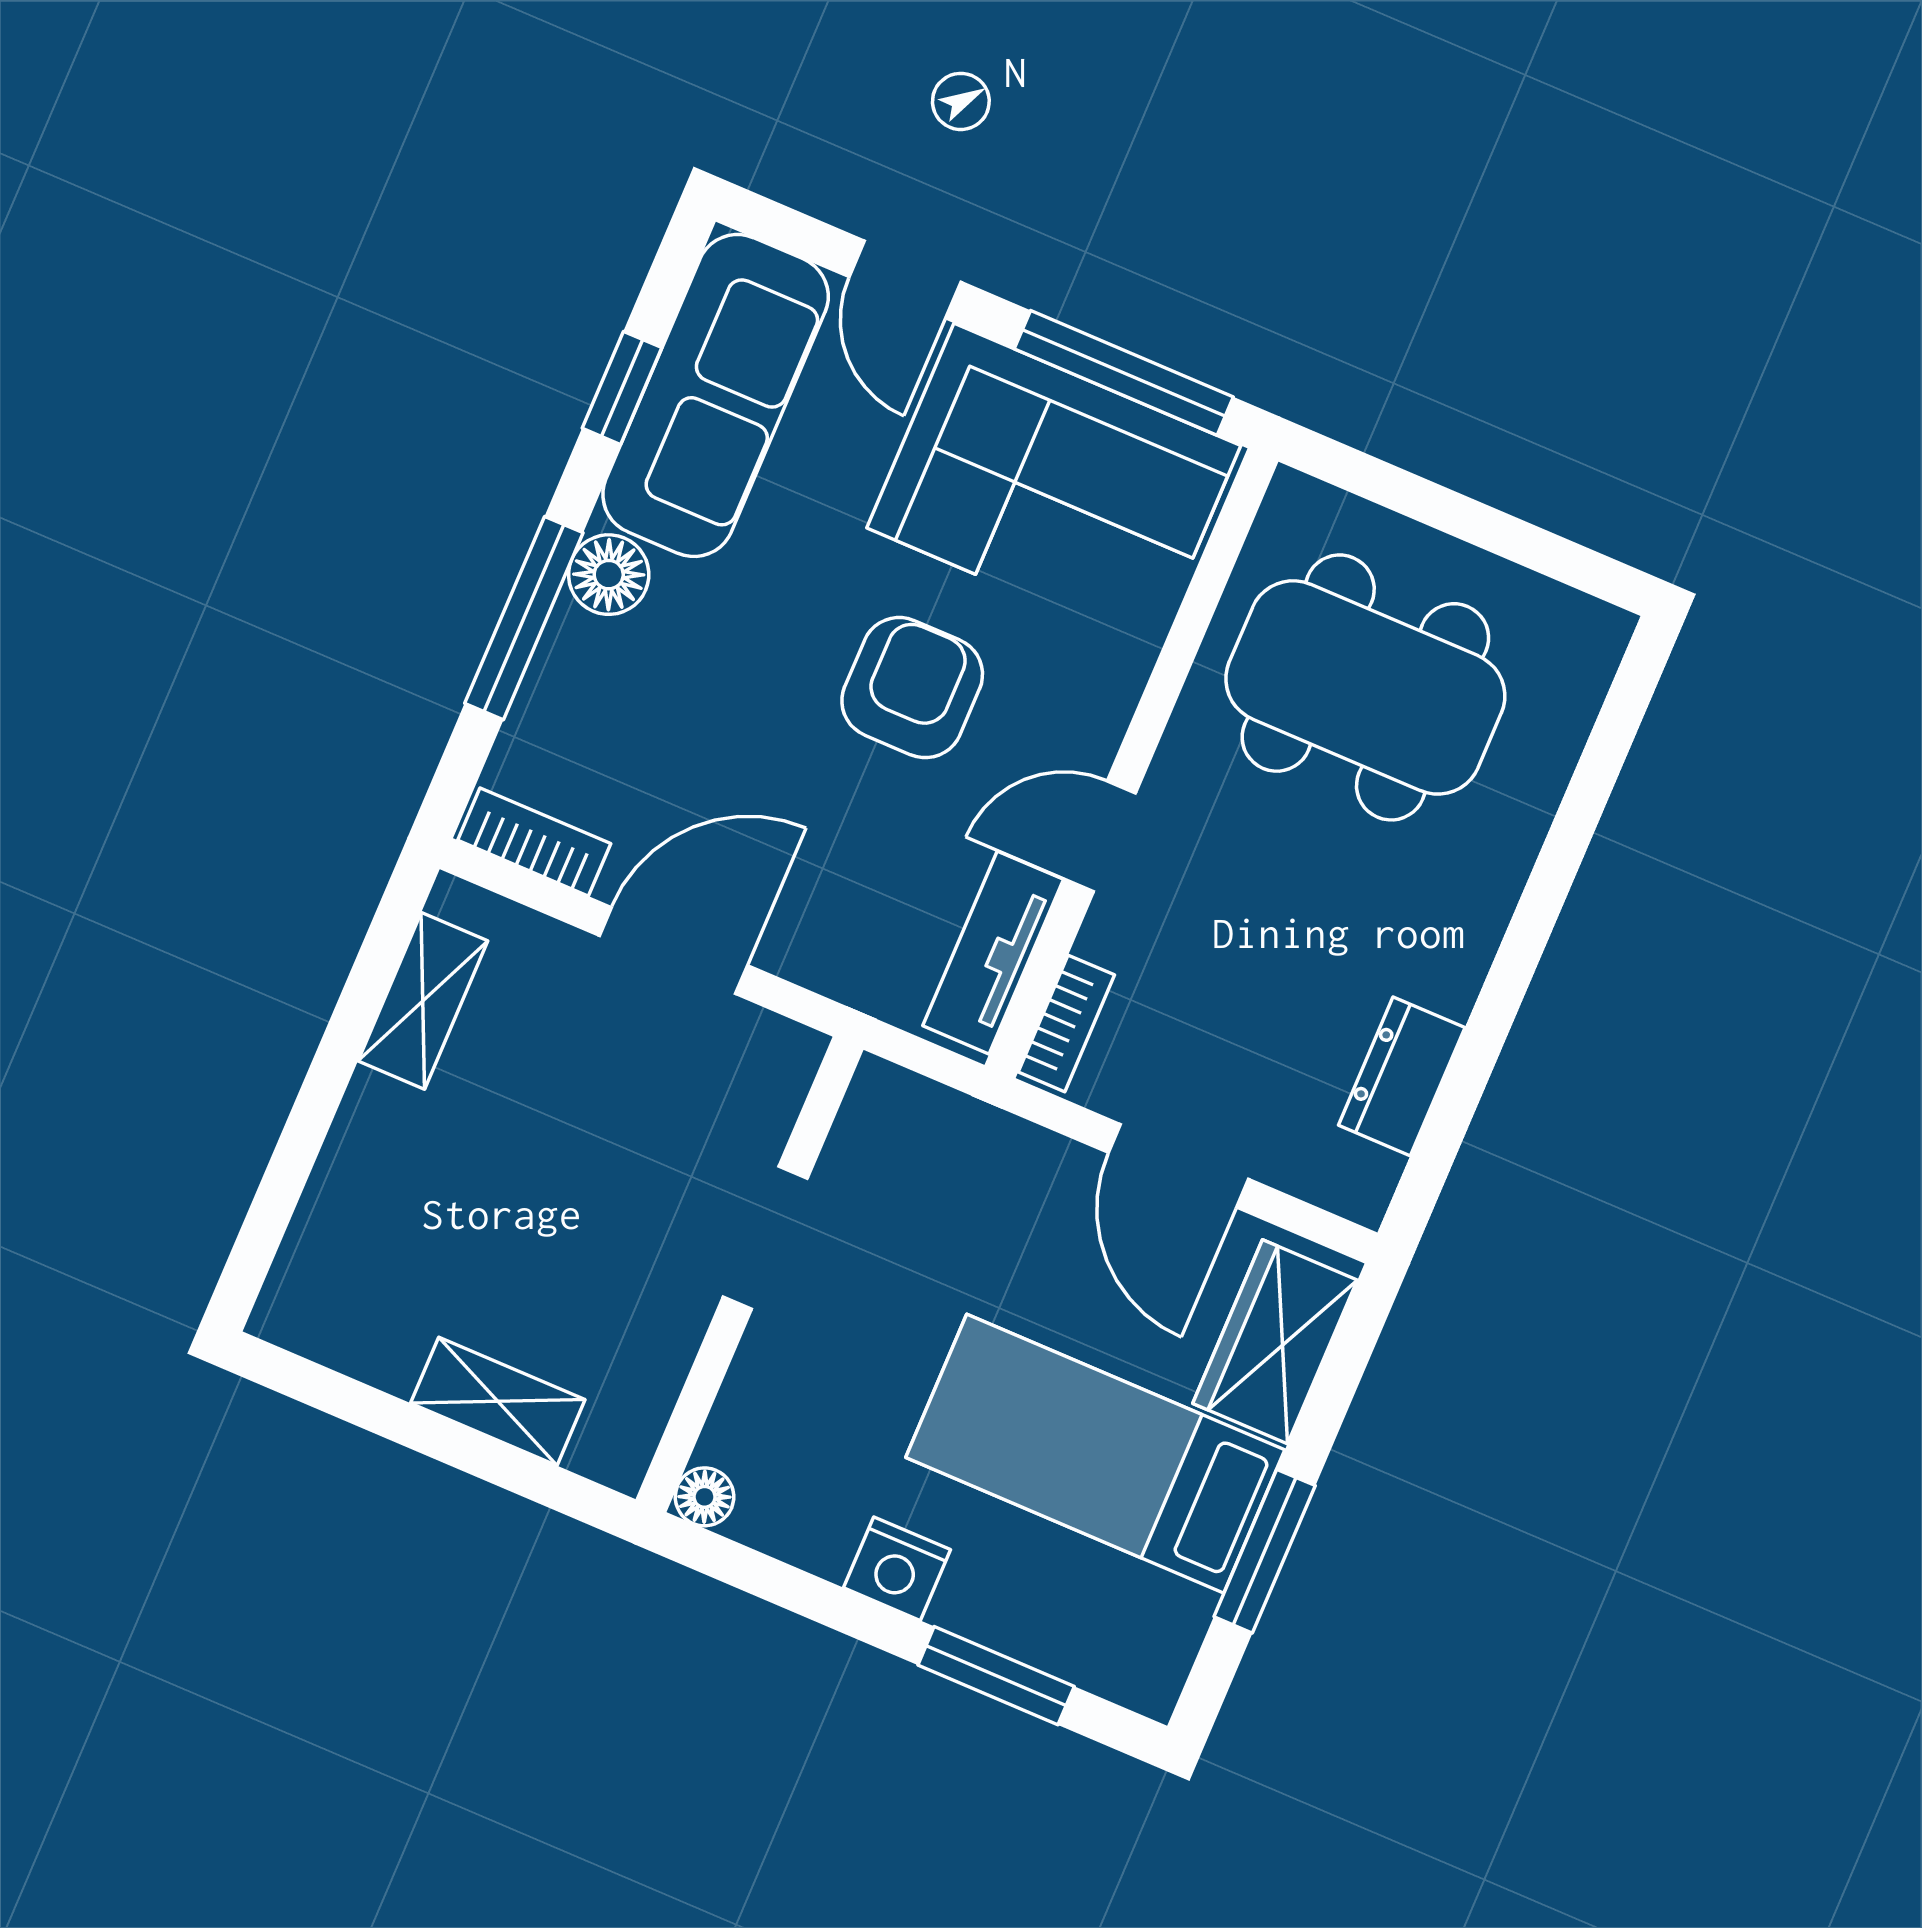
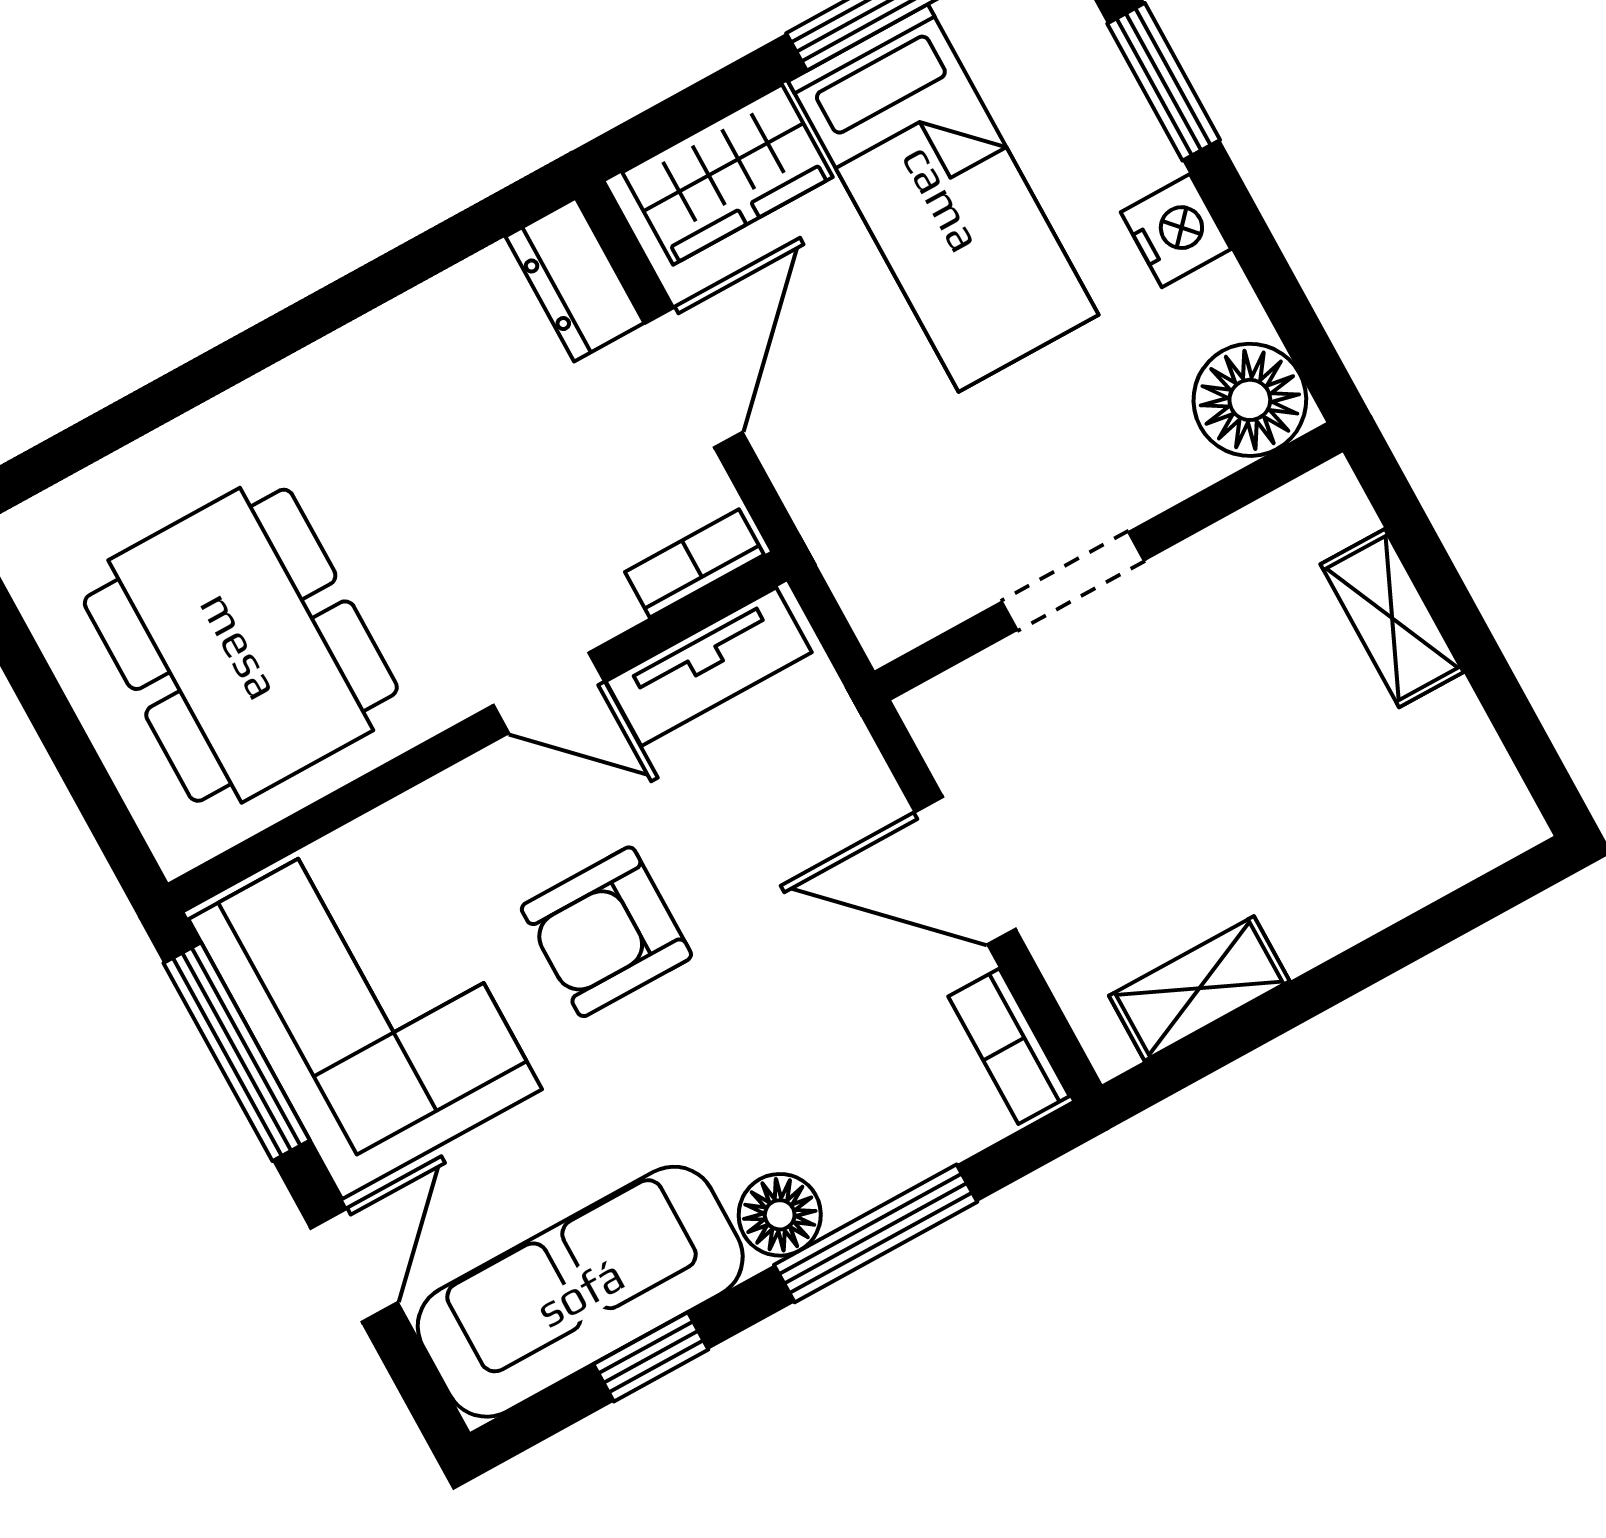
dresser: (1402, 1076) -> (575, 280), moved, turned 90
floor lamp: (705, 1497) -> (1250, 400), width x1.89, depth x1.89

